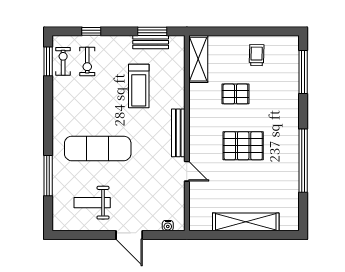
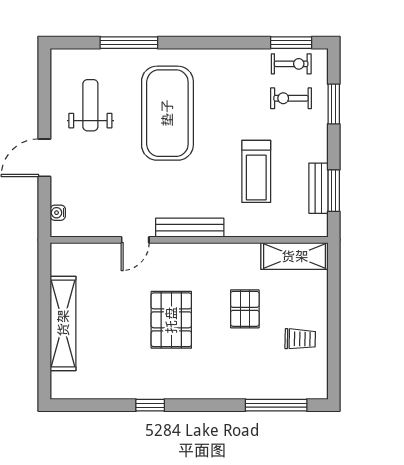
window: (91, 31) -> (334, 104), width x1.50
treadmill: (139, 86) -> (256, 171), turned -90
exercise mat: (98, 148) -> (167, 113), width x1.47
window: (303, 161) -> (150, 405), width x0.32

